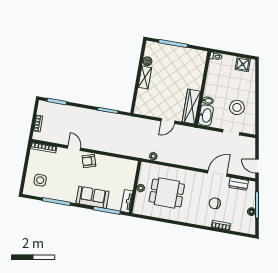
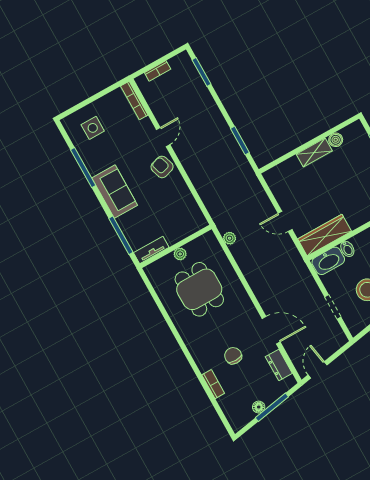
sofa: (93, 197) -> (115, 192), moved

